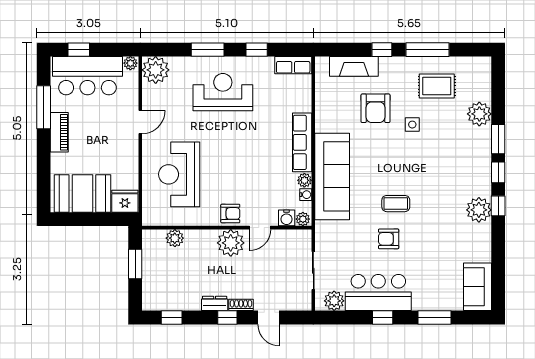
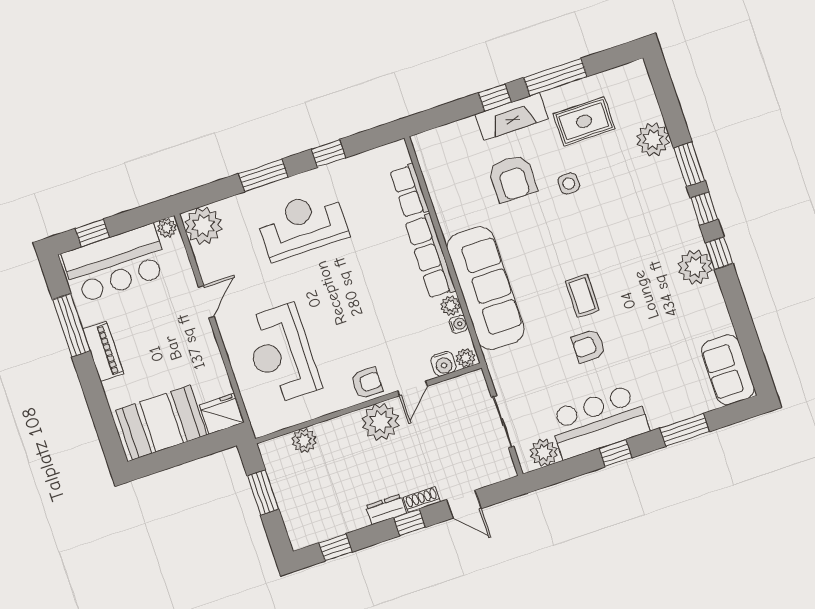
row of seats: (293, 65) -> (409, 191), moved, turned 90
fireplace: (354, 66) -> (512, 117), moved
coffee table: (396, 204) -> (582, 296), turned 90

